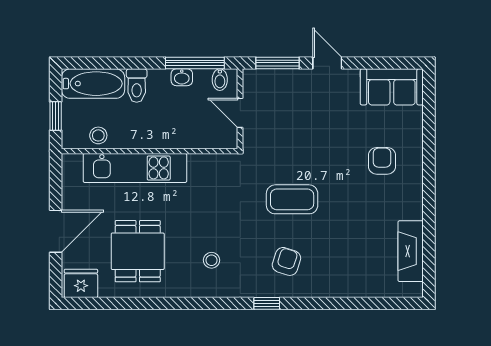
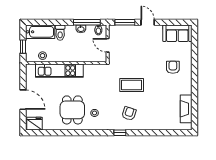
door: (56, 231) -> (23, 100), hinge flipped
dining table: (138, 251) -> (72, 110), moved

